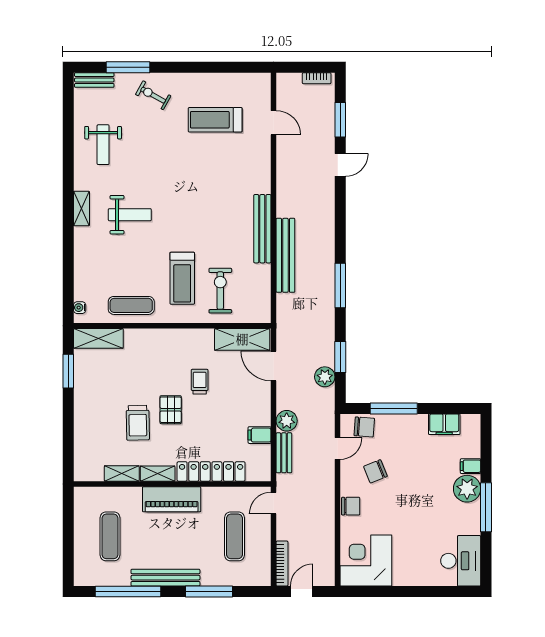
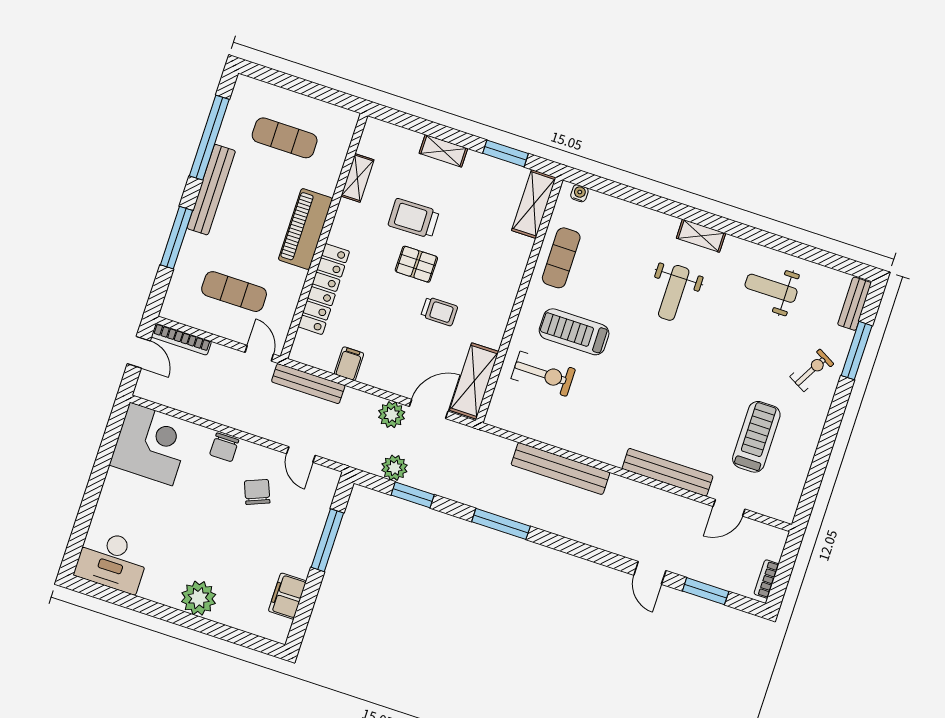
bench: (262, 229) -> (668, 472), moved
plant: (287, 421) -> (392, 415), moved
chair: (364, 427) -> (317, 496), removed
bench: (284, 453) -> (308, 384), width x1.36
filing cabinet: (471, 466) -> (225, 611), removed
shelving: (158, 474) -> (443, 151), moved, turned 90
window: (486, 507) -> (168, 614), removed

